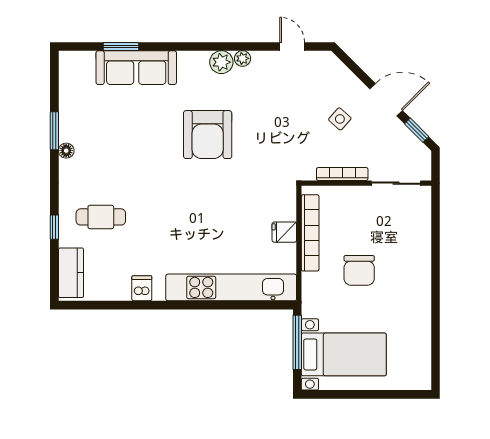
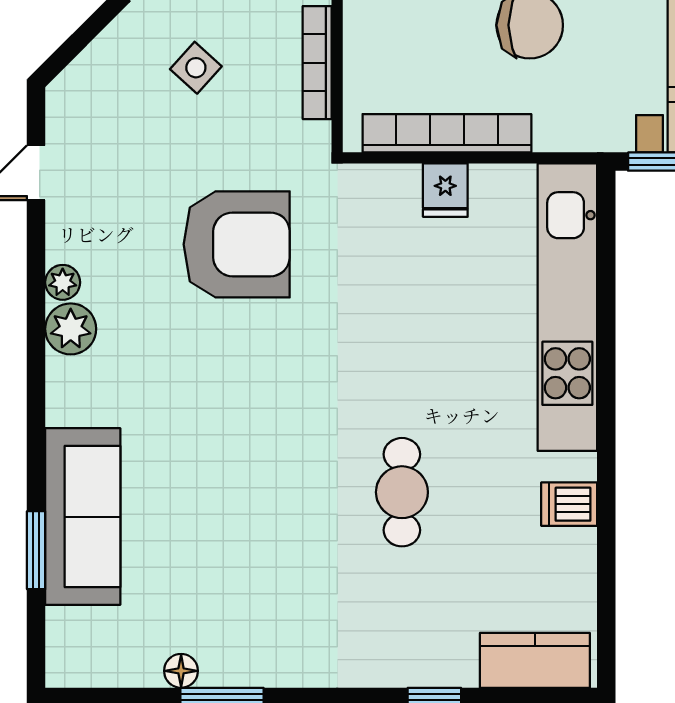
armchair: (208, 135) -> (237, 244), moved
floor lamp: (66, 151) -> (181, 671), moved
cafe table: (101, 217) -> (402, 492), moved

